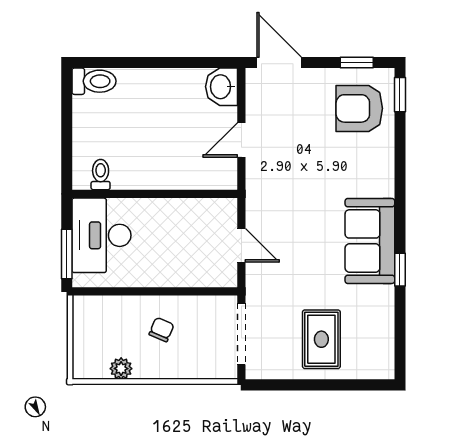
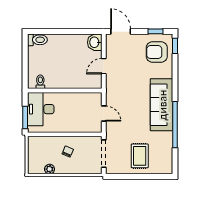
sofa: (370, 241) -> (162, 105), width x1.36
window: (400, 270) -> (175, 125), width x3.17

